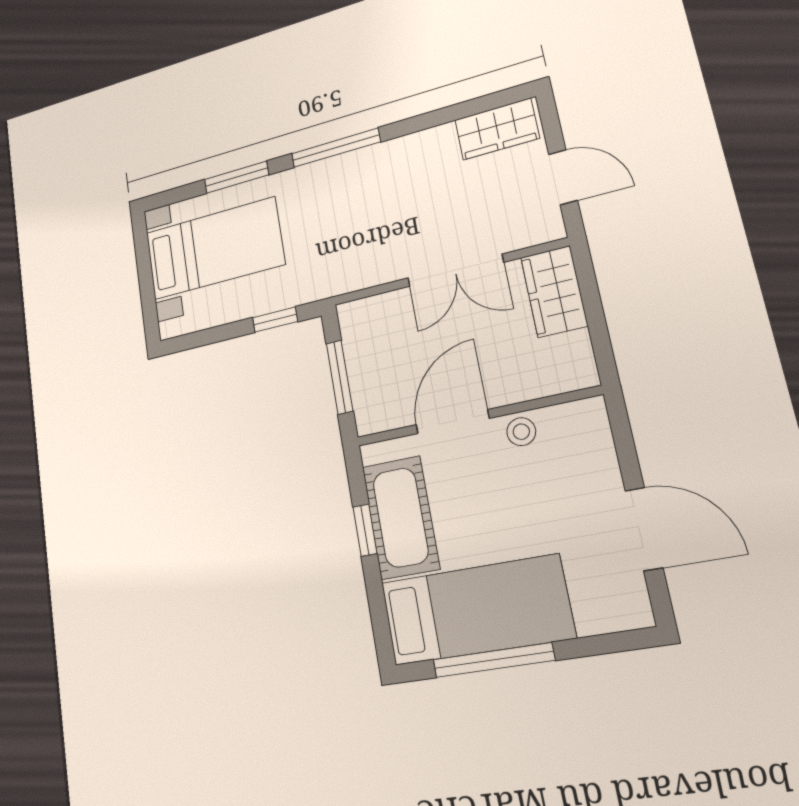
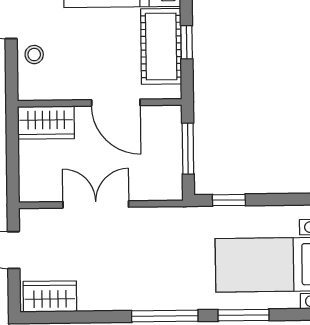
wardrobe: (554, 291) -> (46, 123), moved, turned 90
door: (452, 422) -> (116, 103), hinge flipped
stool: (521, 432) -> (34, 55), moved

